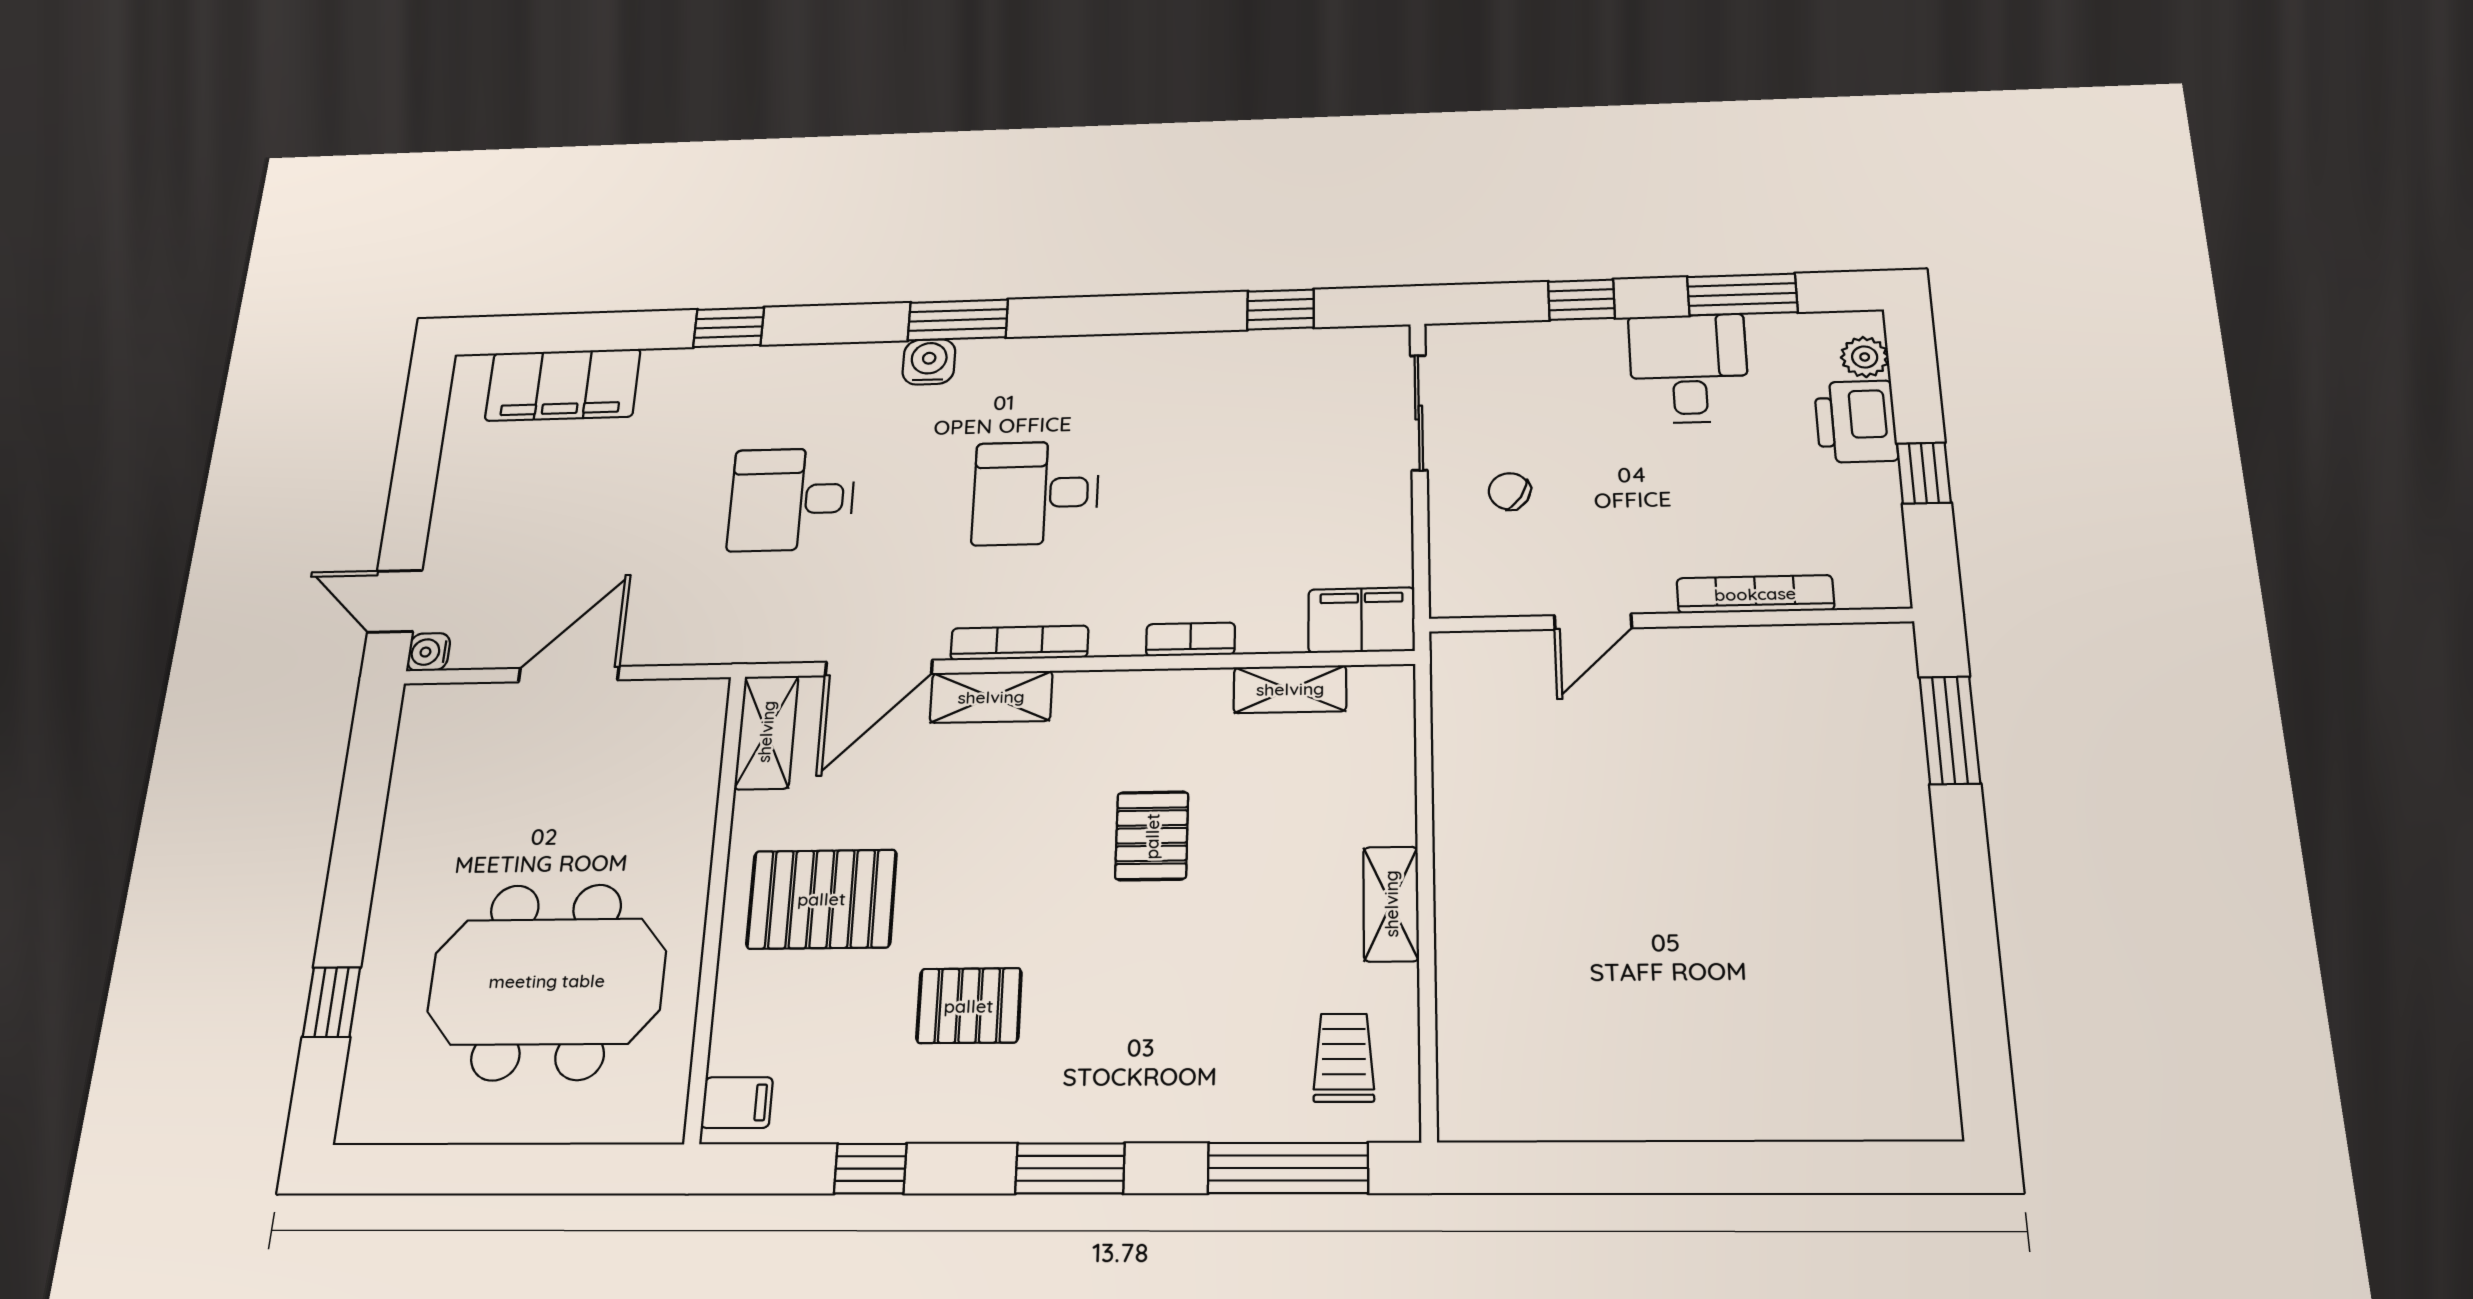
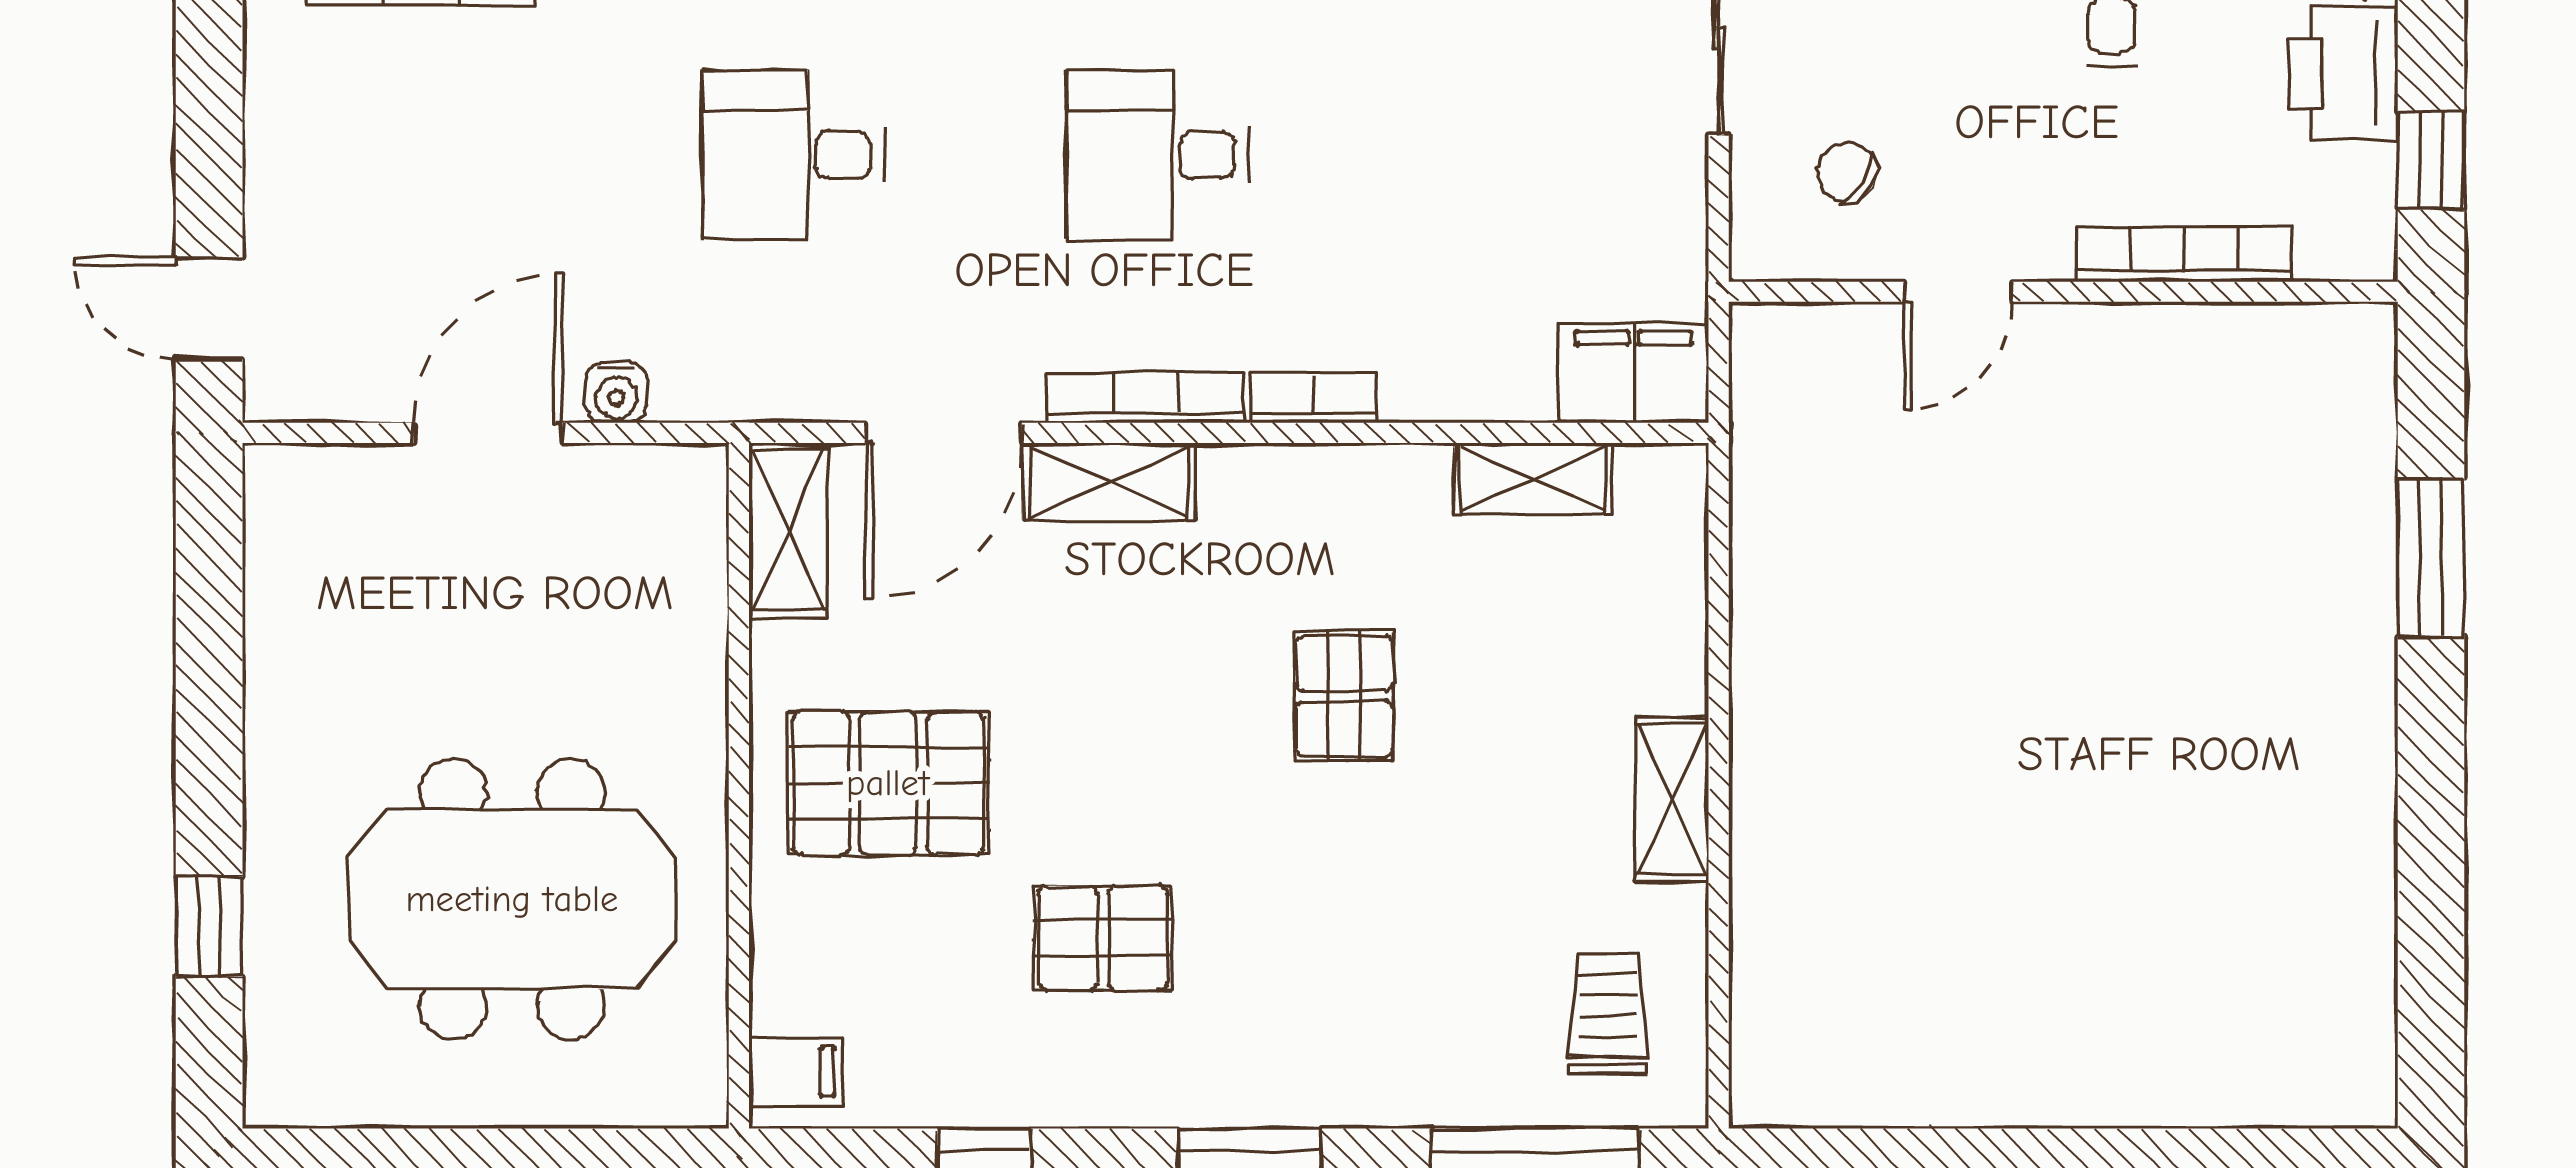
bookcase: (1755, 594) -> (2184, 254), moved
wall: (1669, 620) -> (2063, 292), moved
door: (1593, 622) -> (1958, 292), moved
bookcase: (1190, 639) -> (1314, 398), moved
water cooler: (429, 652) -> (616, 393), moved, turned -90

